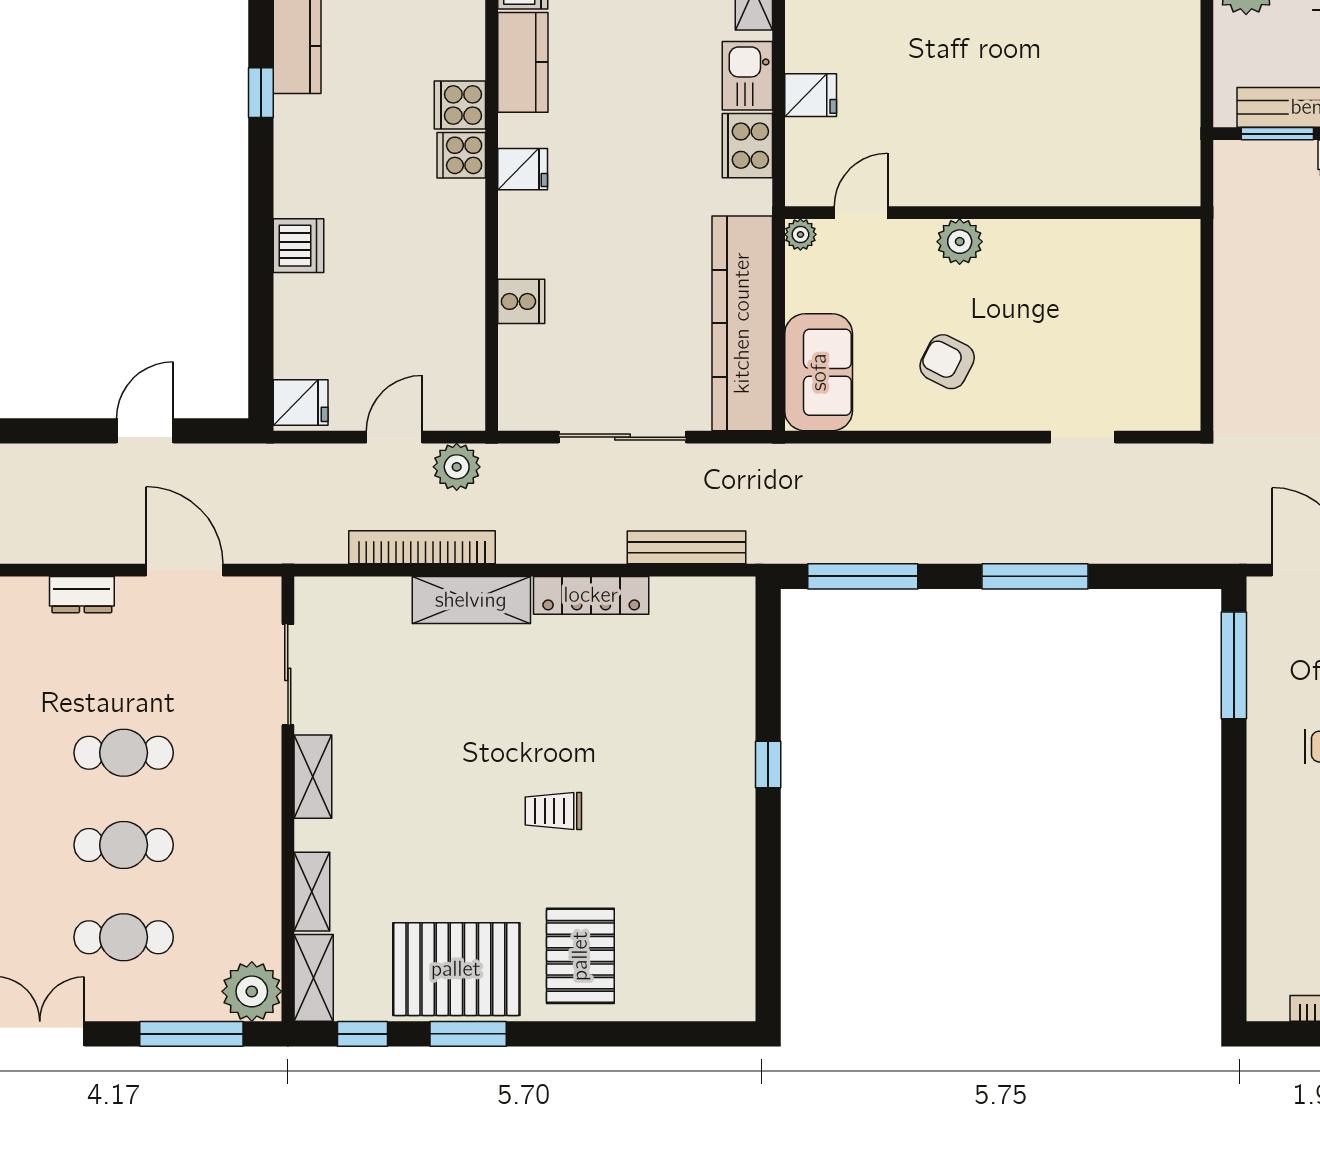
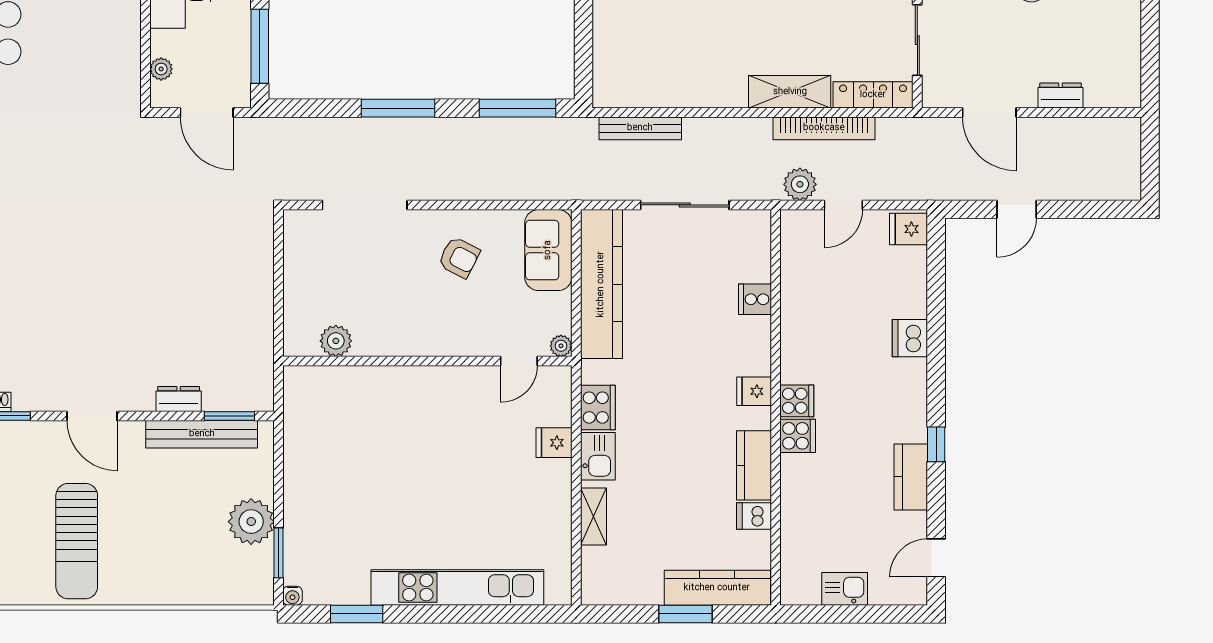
plant: (960, 242) -> (336, 341), moved
doorway: (1083, 437) -> (365, 205), width x1.87
locker: (591, 595) -> (873, 95), moved

